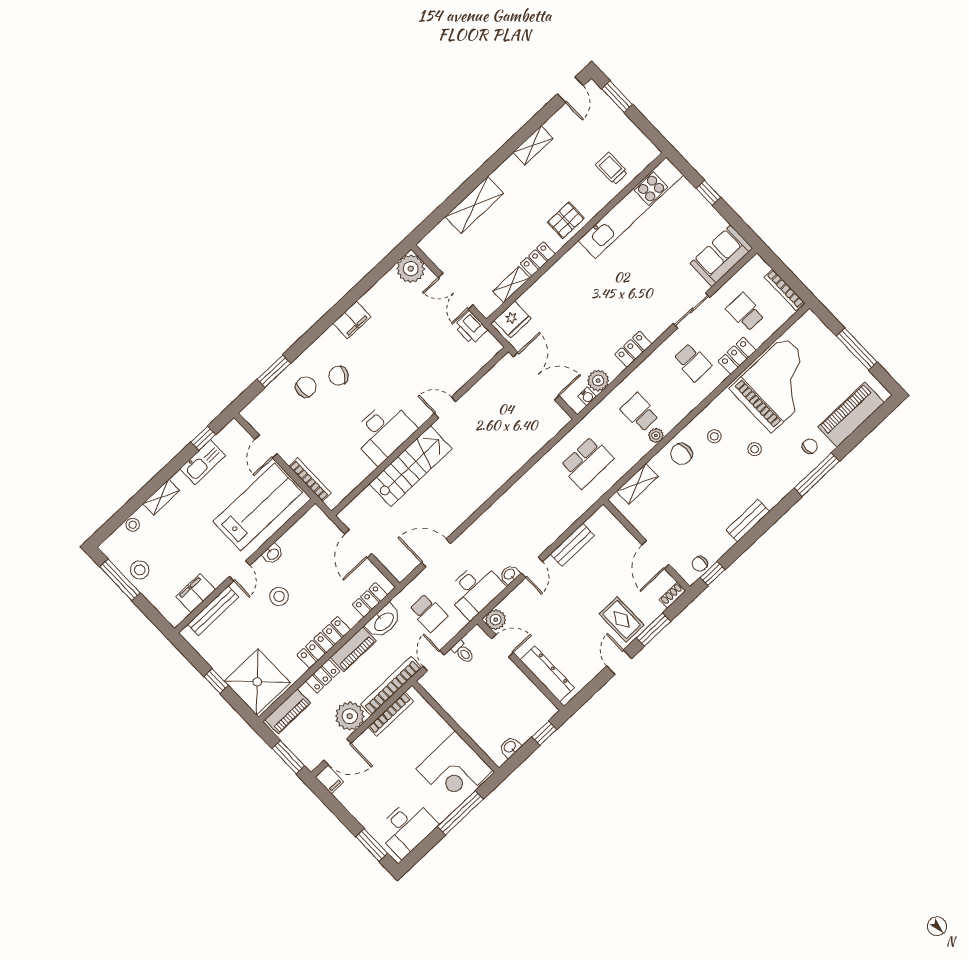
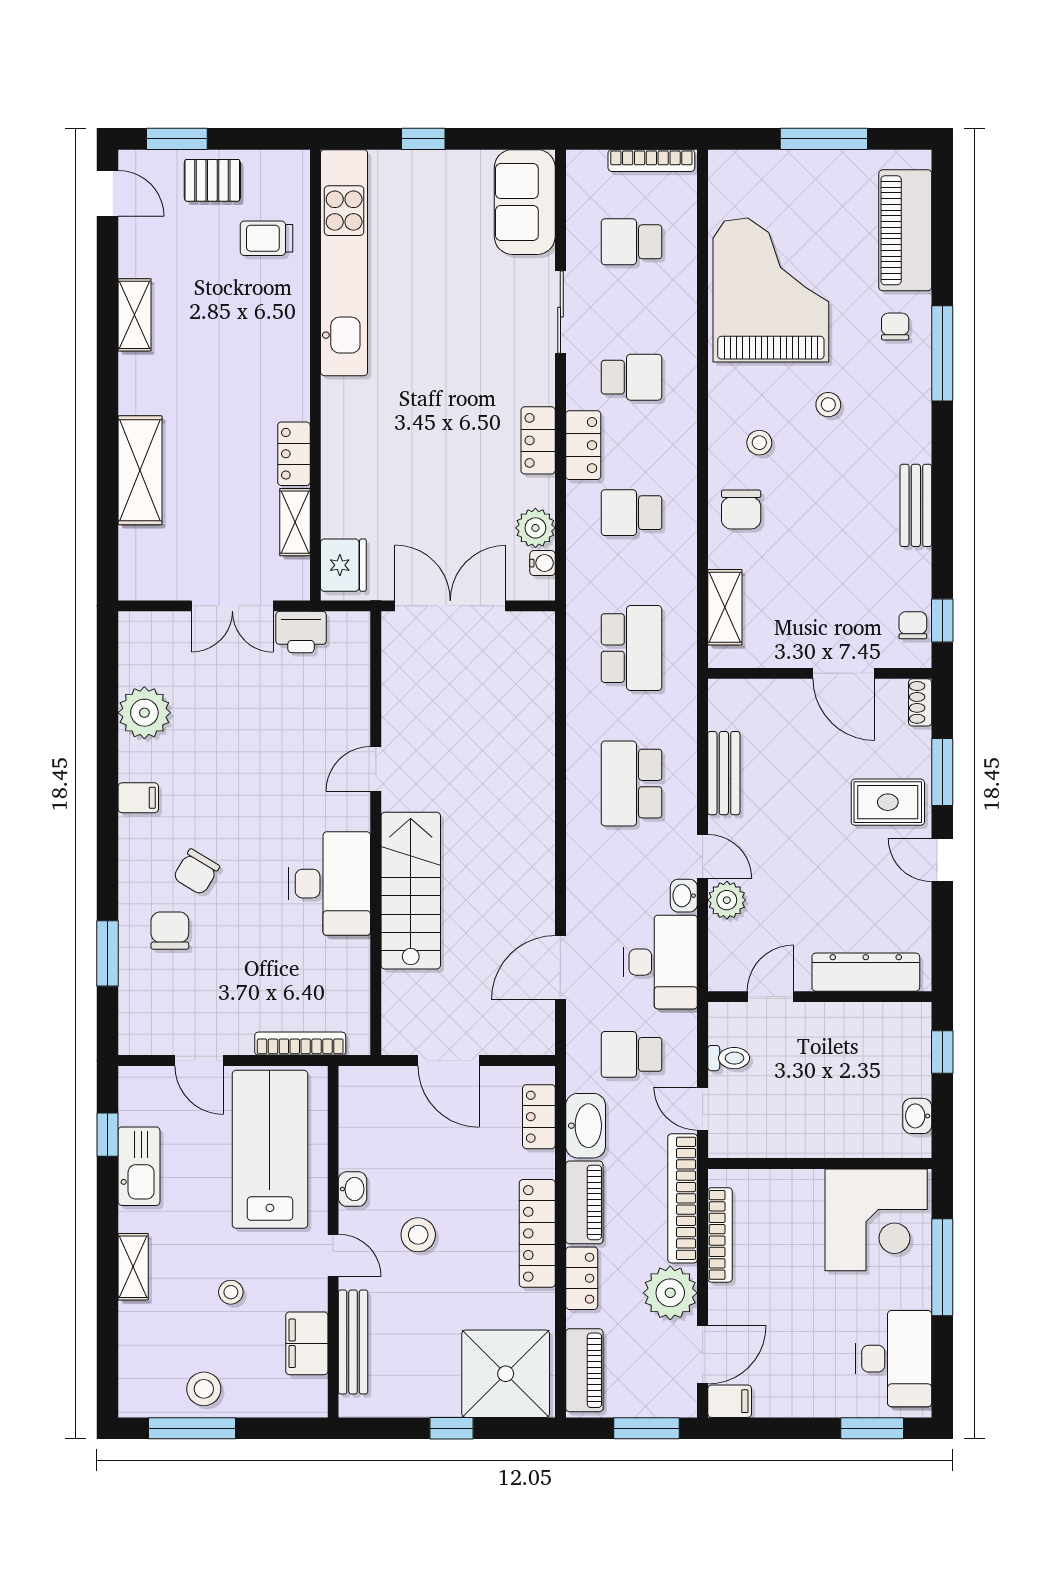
pallet: (566, 220) -> (212, 180), moved, turned 90
plant: (411, 269) -> (144, 713), moved
filing cabinet: (352, 320) -> (138, 798), width x0.50
locker: (737, 356) -> (583, 445), moved, turned 180
plant: (656, 435) -> (683, 520), removed
school desk: (534, 513) -> (631, 784), added
stool: (133, 525) -> (231, 1292), moved
chair: (700, 564) -> (913, 625), turned 180
school desk: (428, 613) -> (631, 1054), turned 180
plant: (496, 620) -> (727, 900), moved

